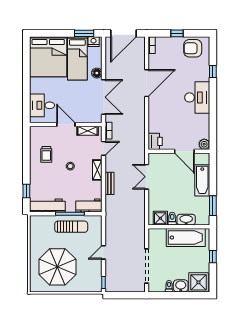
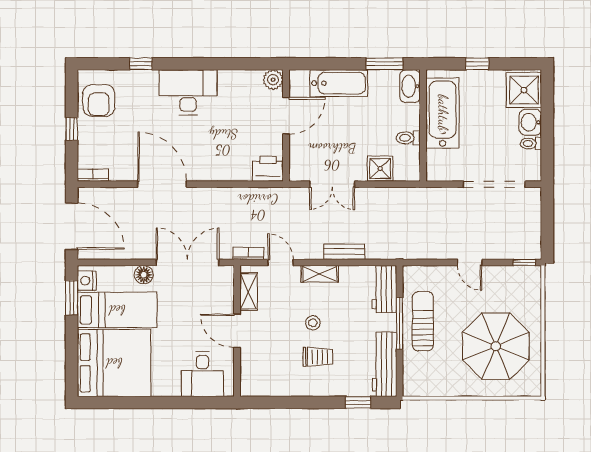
door: (66, 124) -> (237, 331), hinge flipped
trolley: (46, 154) -> (318, 357), moved
shower: (160, 218) -> (380, 169), moved
washbasin: (186, 220) -> (410, 86), moved

